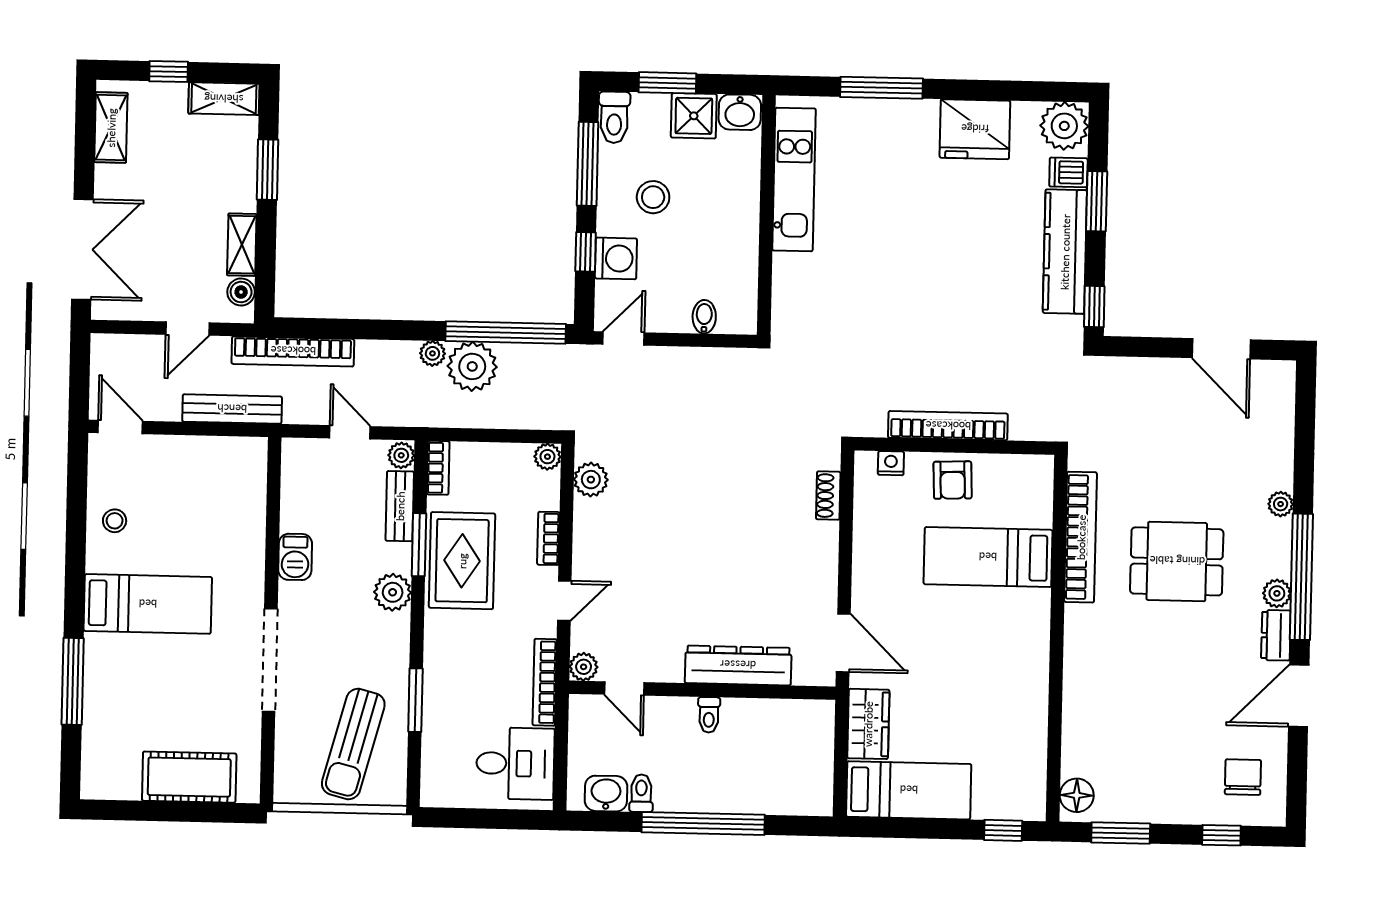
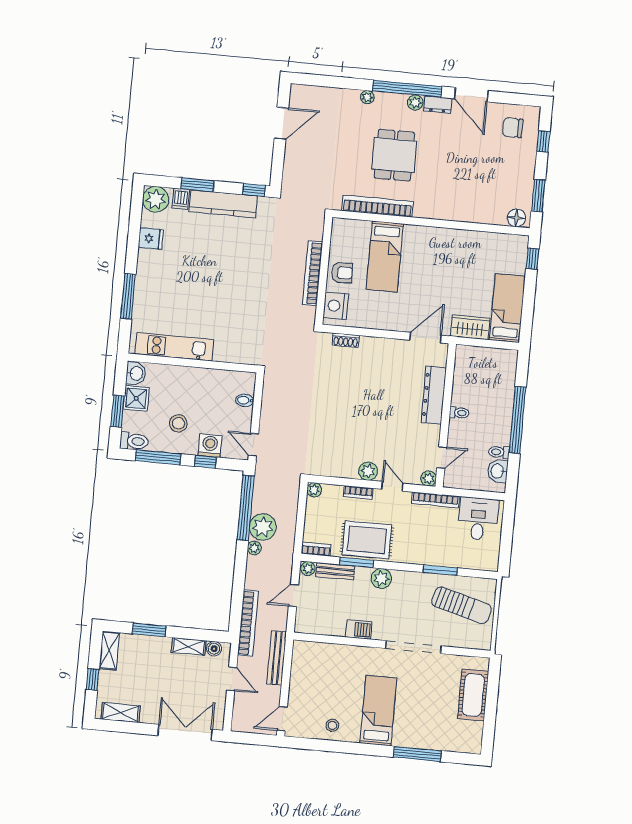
fridge: (975, 129) -> (151, 238), width x0.53, depth x0.75
nightstand: (891, 463) -> (336, 306), width x1.89, depth x1.79
plant: (591, 480) -> (368, 471), moved

